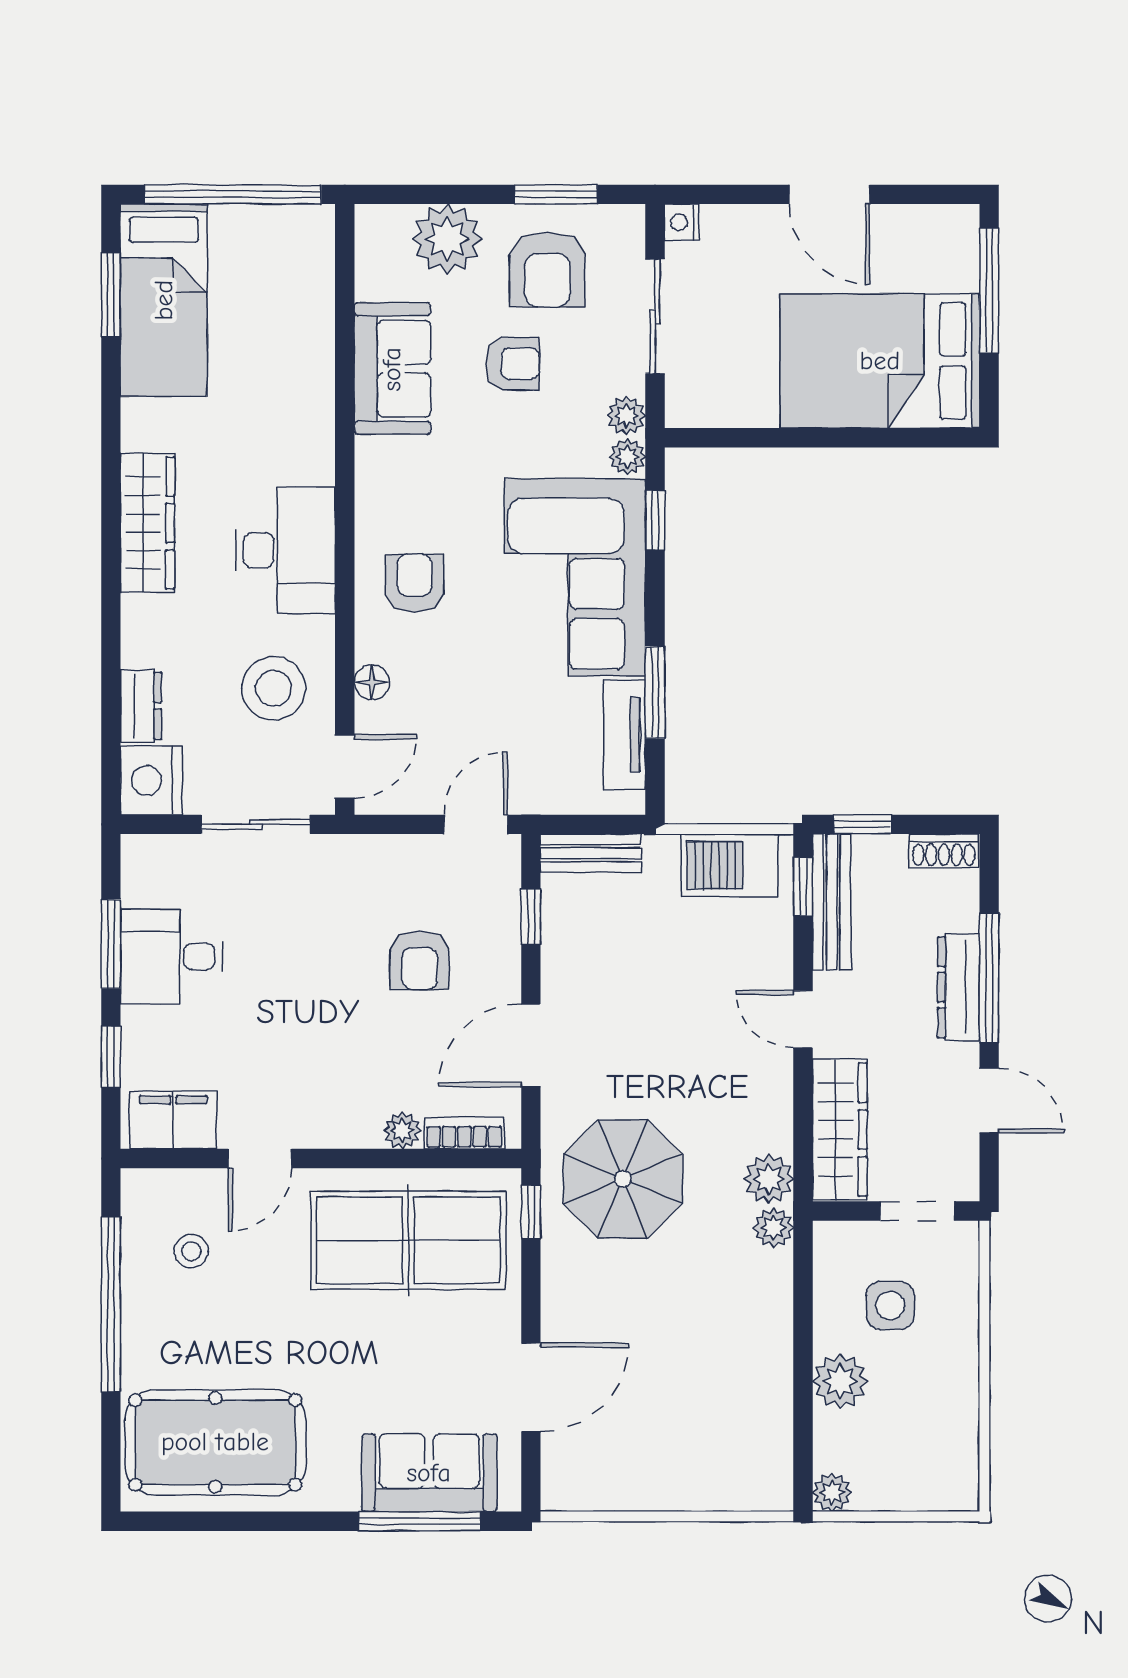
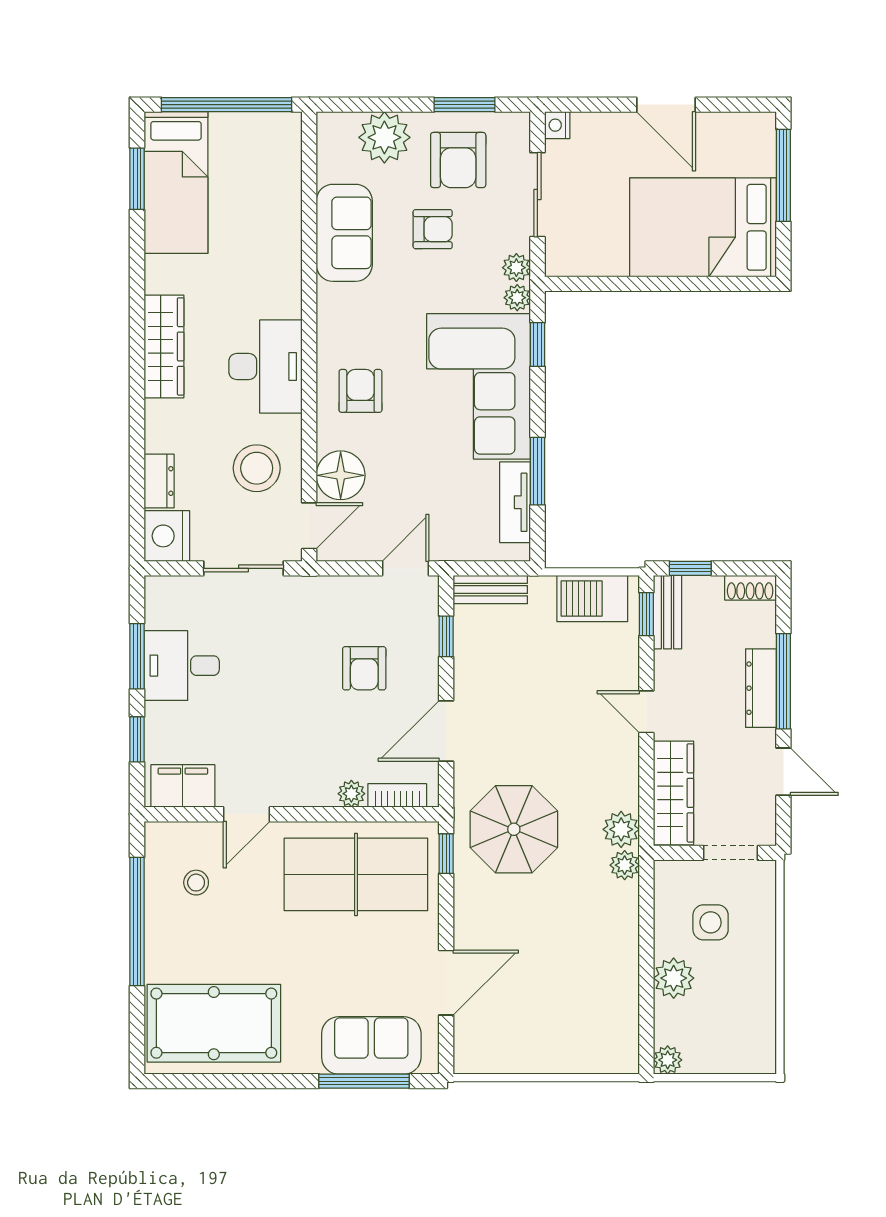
floor lamp: (372, 682) -> (341, 475), width x1.89, depth x1.89
bench: (832, 902) -> (667, 612), width x0.73

